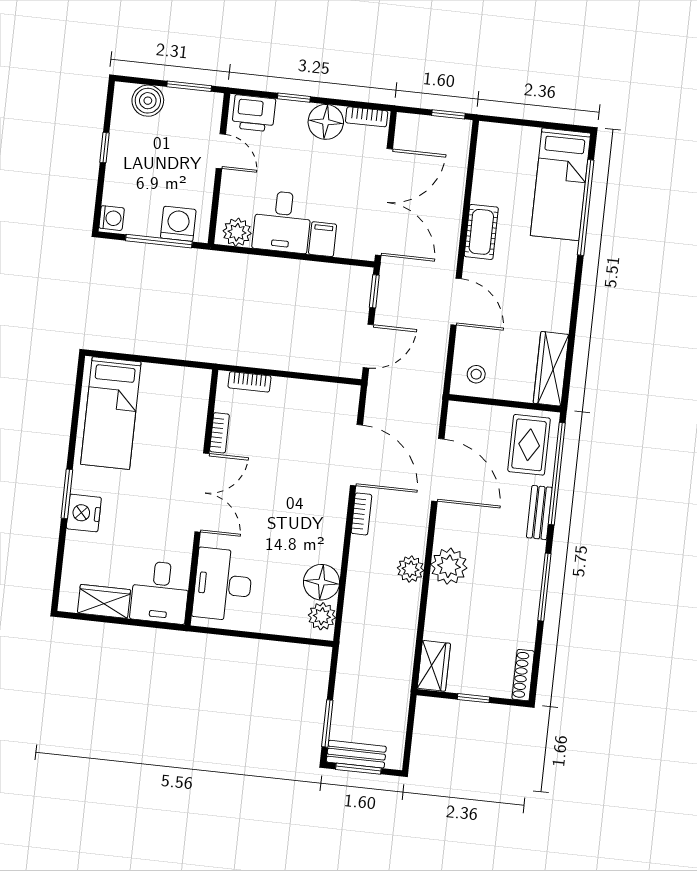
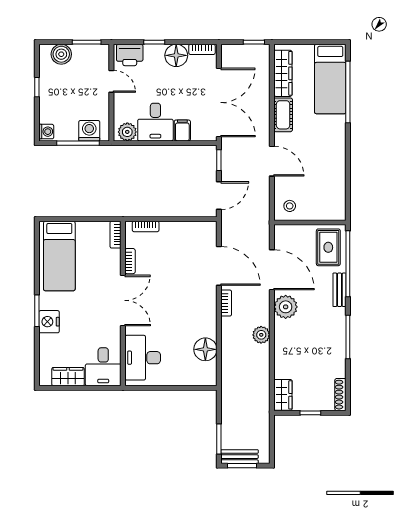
wardrobe: (551, 369) -> (283, 73), moved, turned 180
bookcase: (202, 389) -> (116, 235), added
plant: (449, 566) -> (286, 307), moved
plant: (322, 616) -> (208, 371), removed

